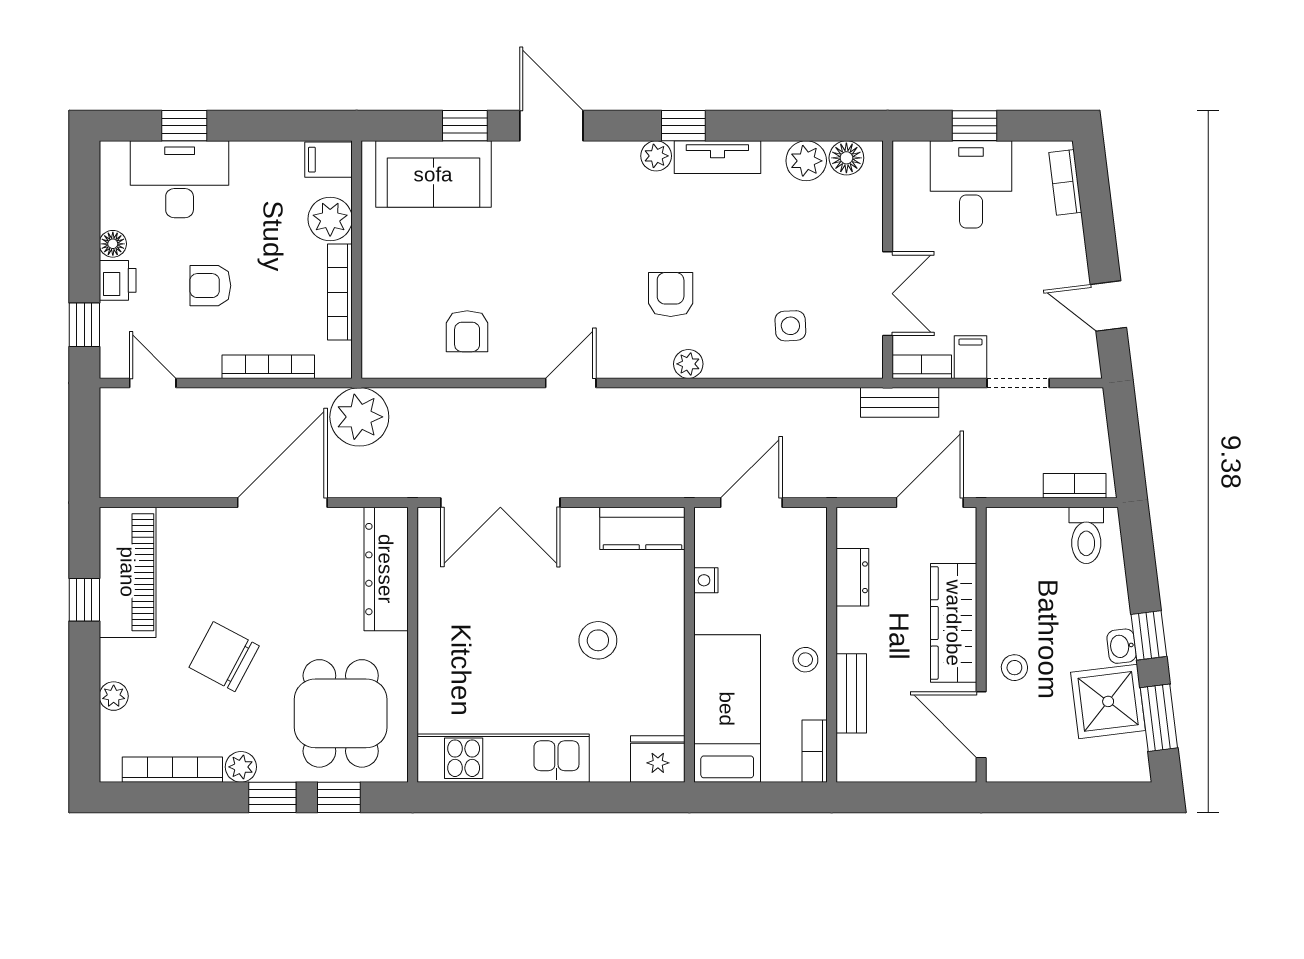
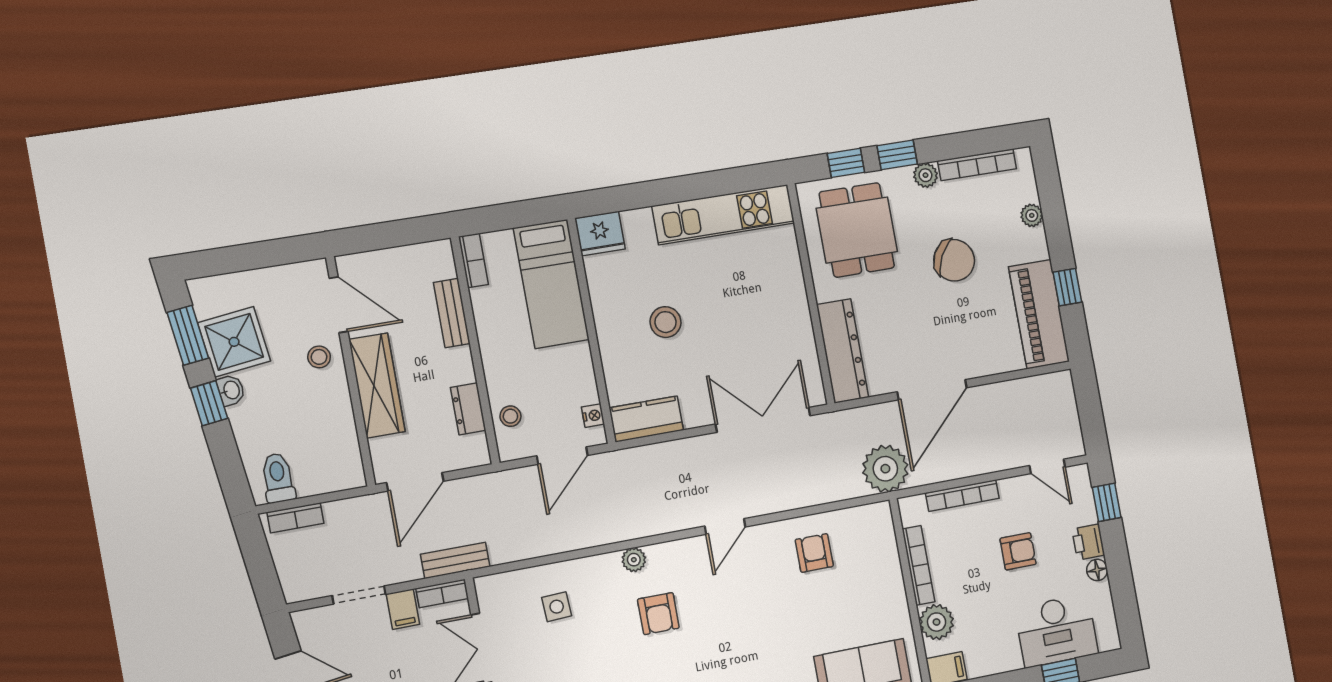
nightstand: (706, 580) -> (593, 416), moved
stool: (805, 660) -> (510, 416), moved

